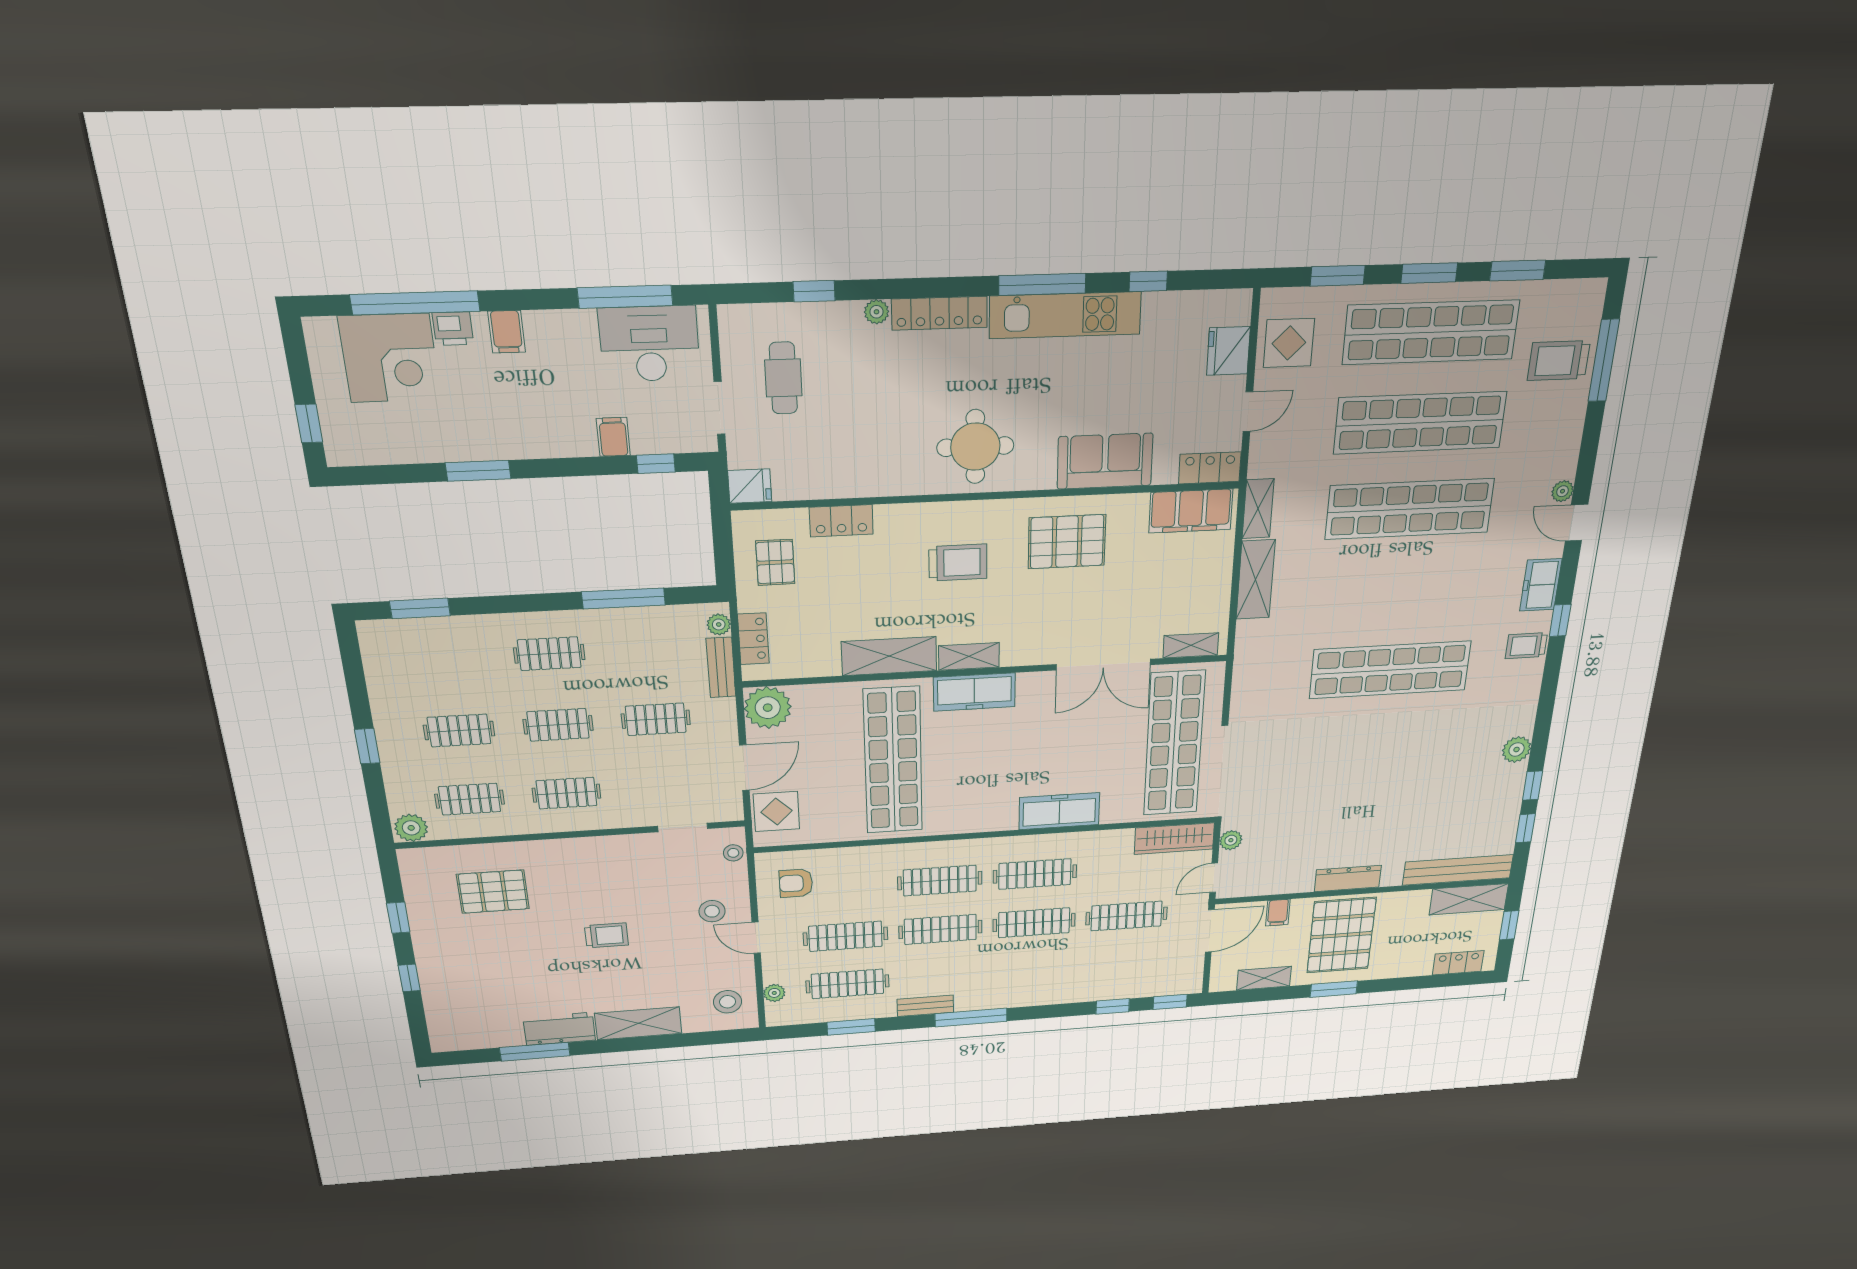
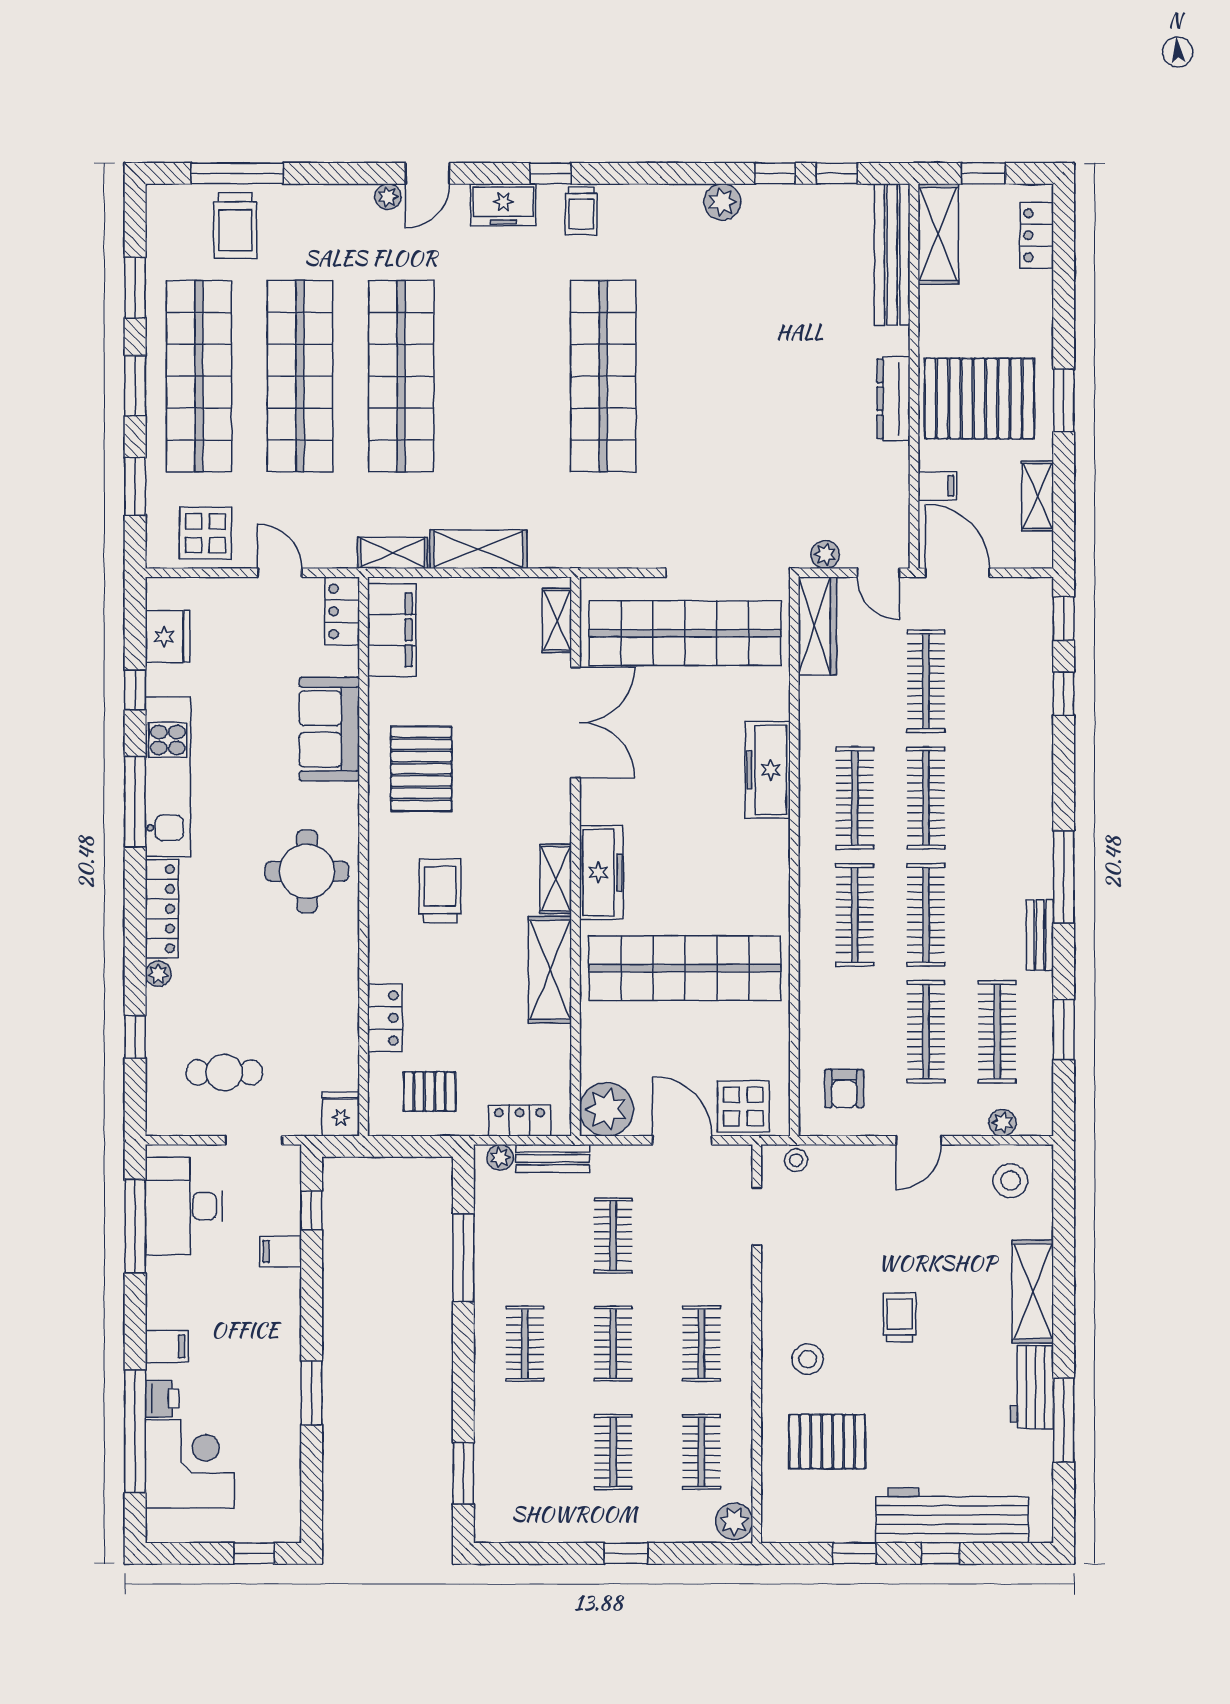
fridge: (1228, 351) -> (168, 636), moved, turned -90
pallet: (493, 892) -> (827, 1442), turned 90
stool: (712, 911) -> (808, 1359), moved
workbench: (443, 984) -> (952, 1515), added

